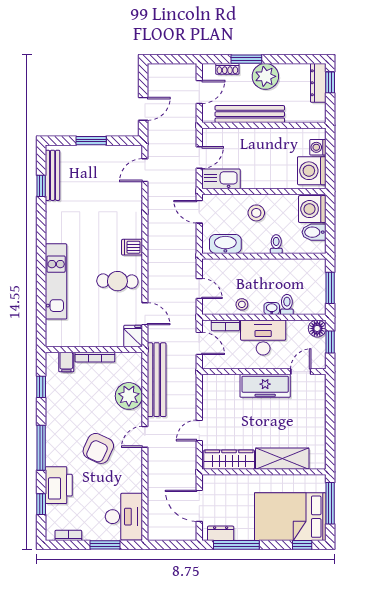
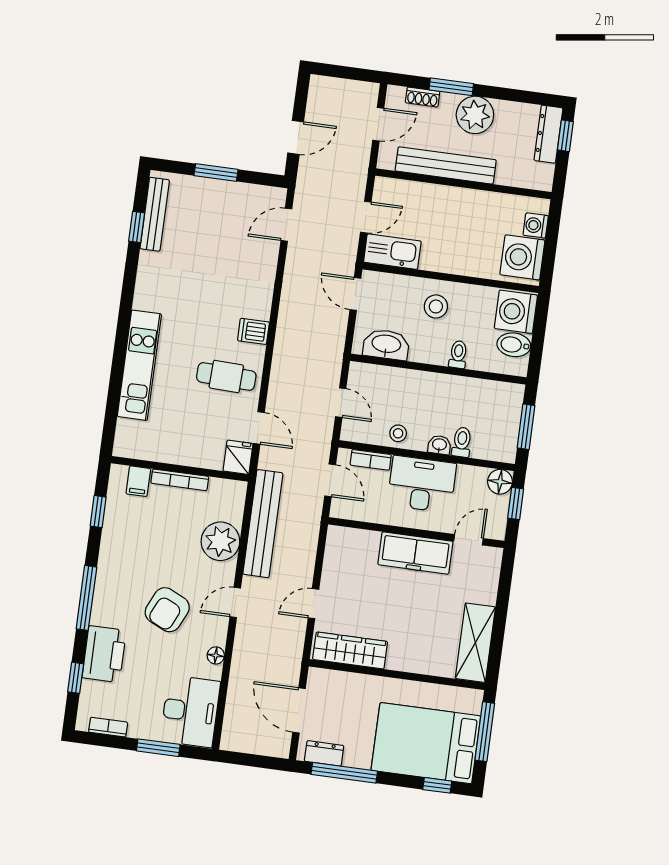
shelving: (282, 459) -> (475, 643), moved, turned 90
floor lamp: (136, 476) -> (216, 655), added

